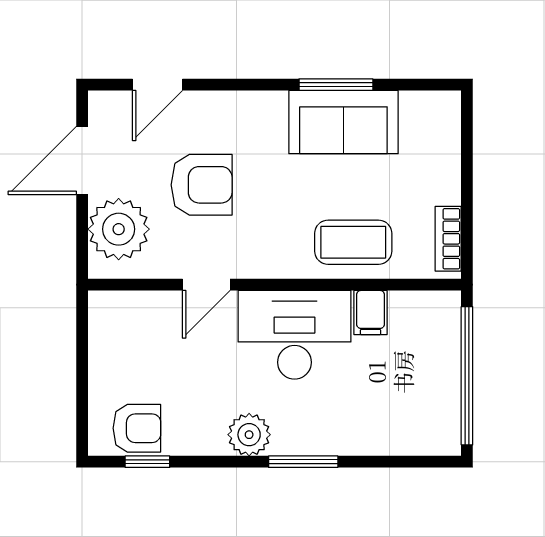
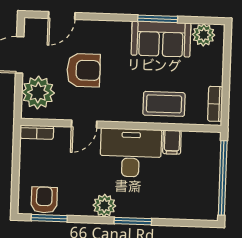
plant: (422, 111) -> (204, 35), added
bookcase: (119, 303) -> (37, 132), added
armchair: (137, 428) -> (44, 200), turned -90
window: (147, 462) -> (49, 218), width x1.50

